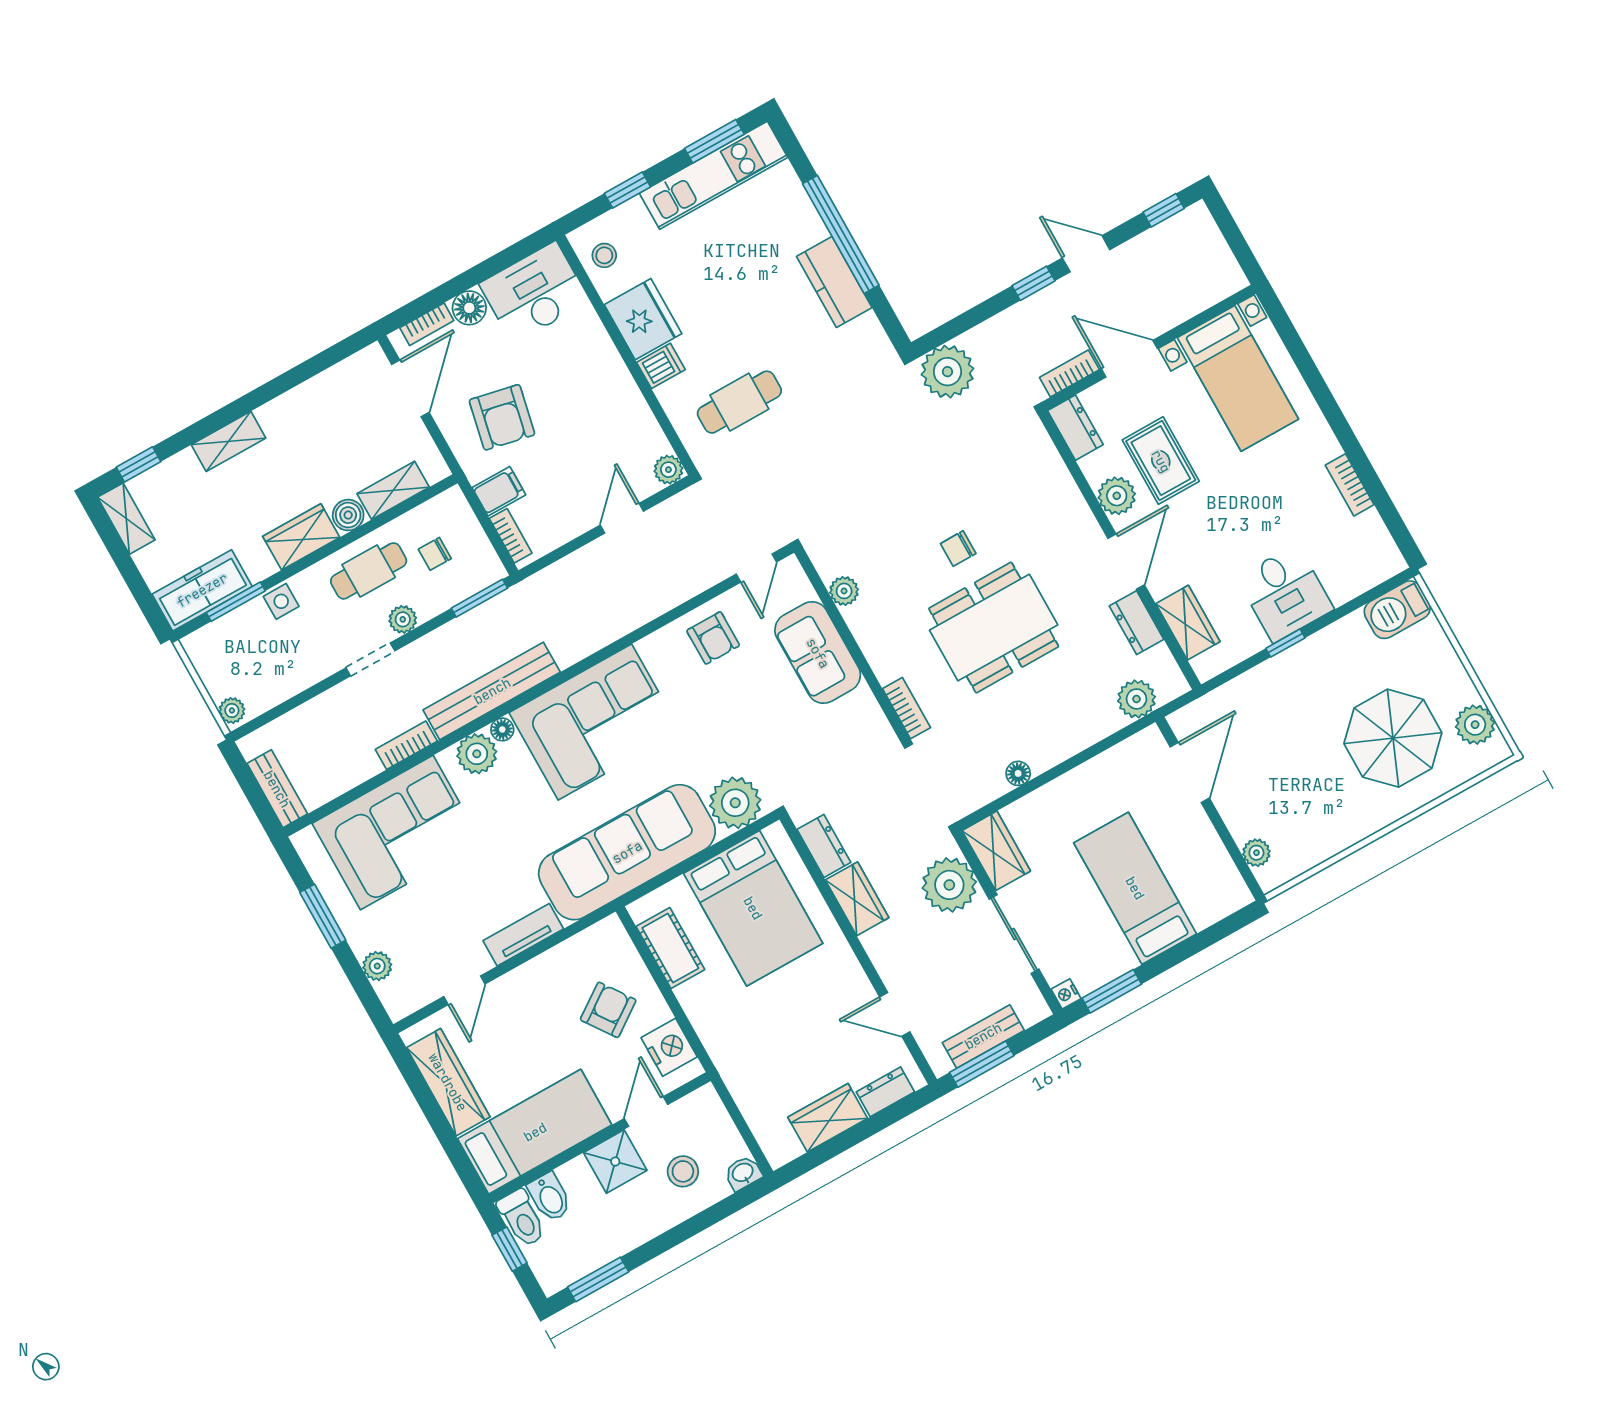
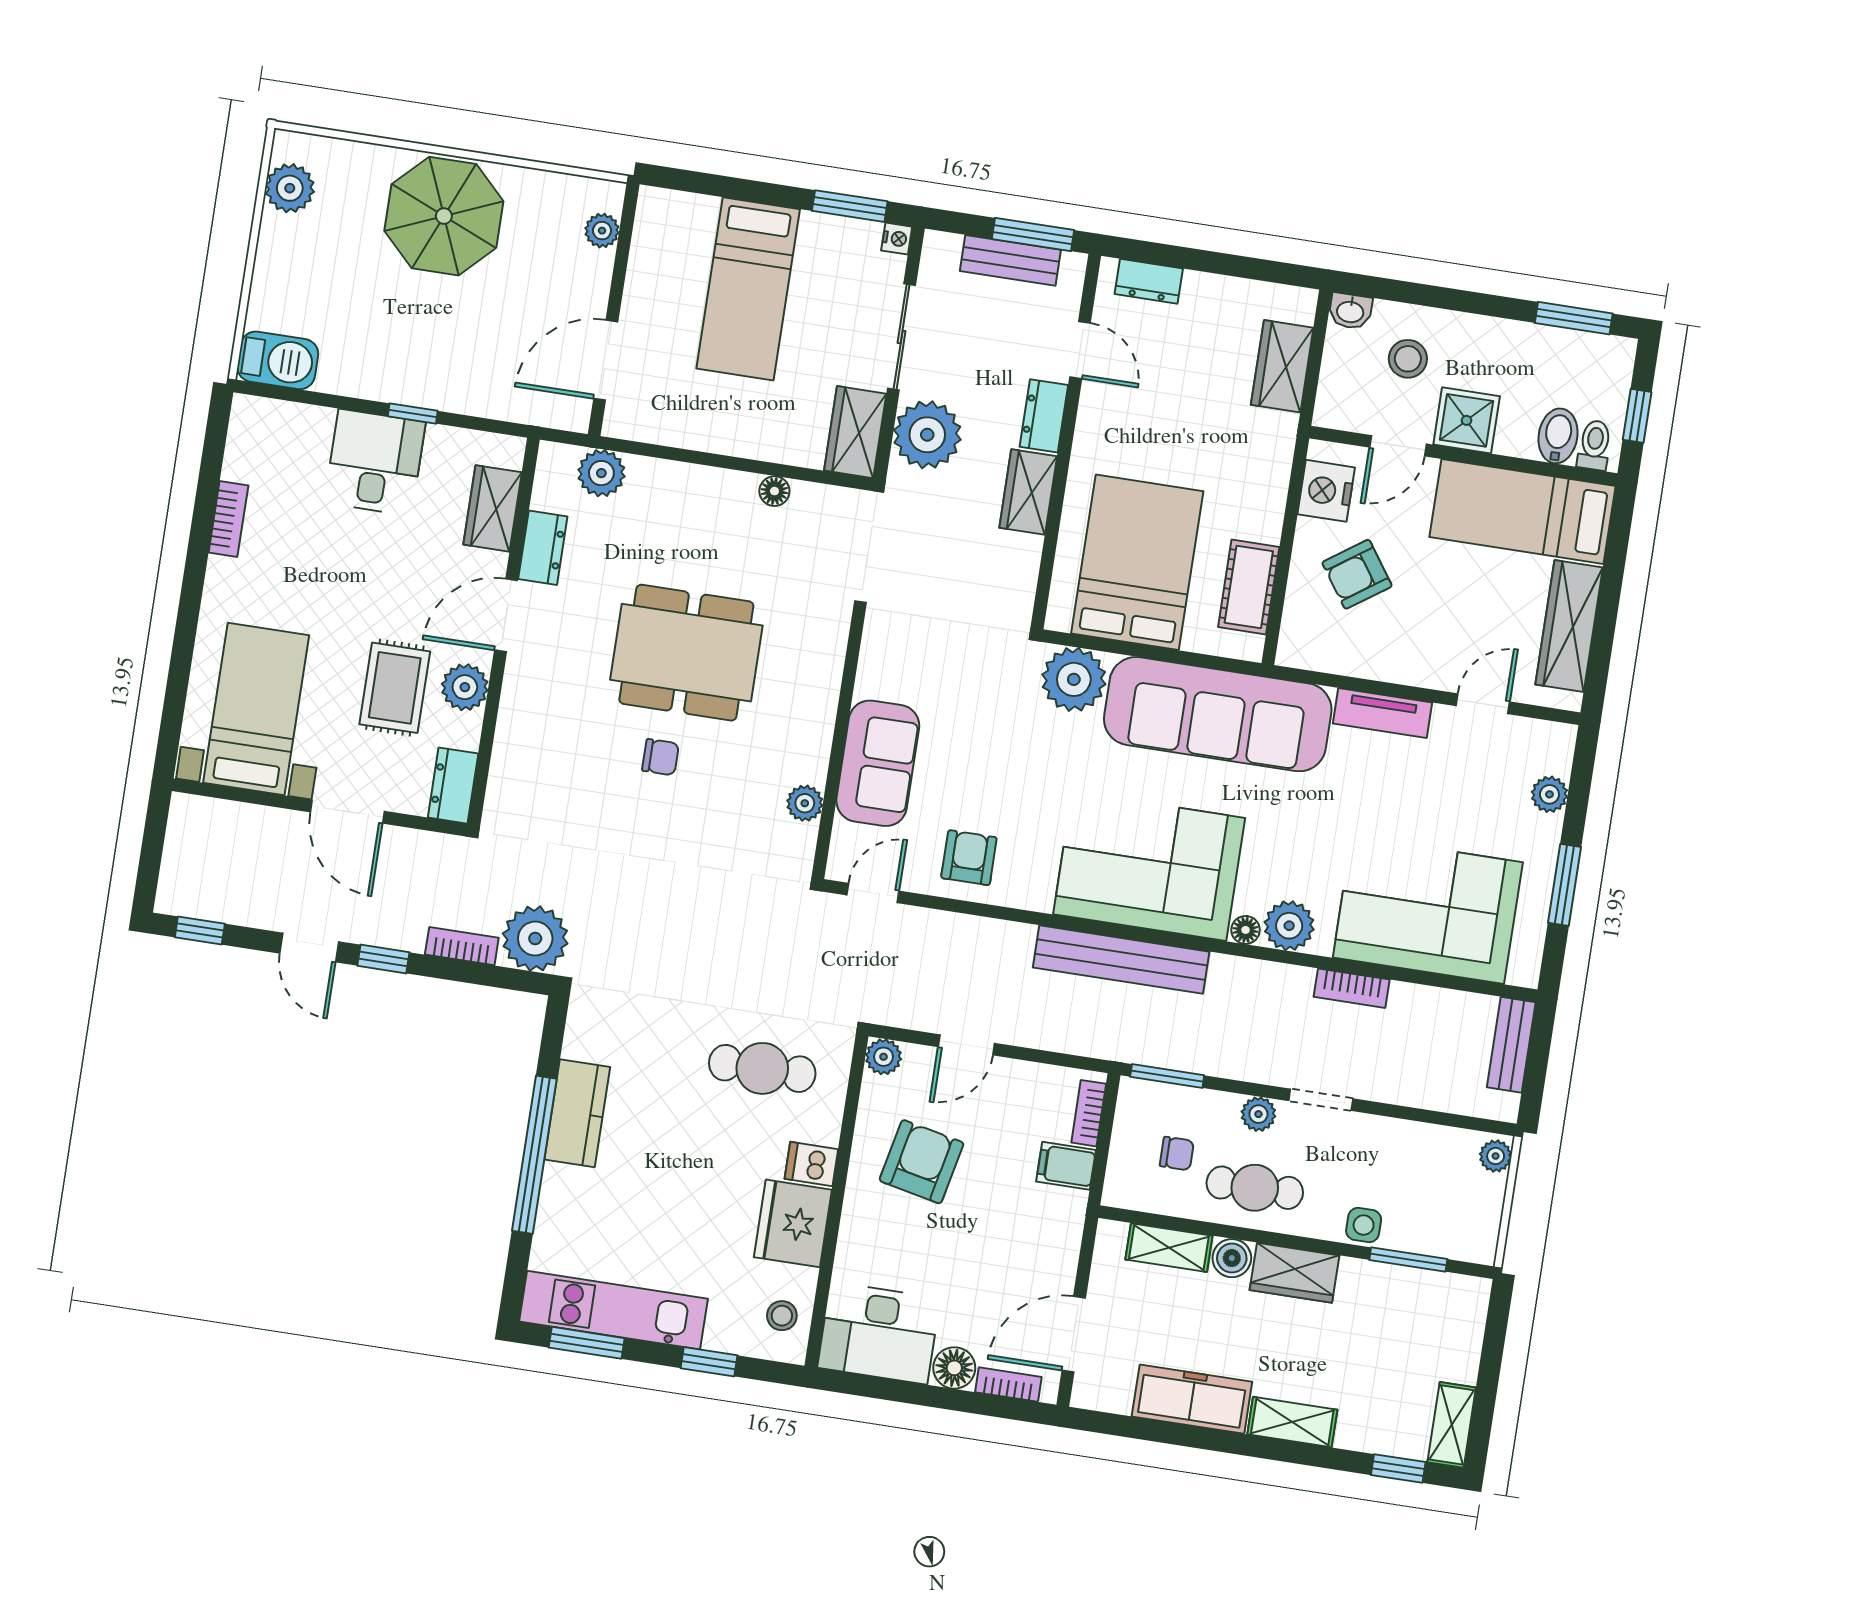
bookcase: (1069, 374) -> (462, 946), moved, turned 180
armchair: (502, 417) -> (921, 1162), moved
freezer: (202, 590) -> (1192, 1399), moved, turned 180
bench: (492, 691) -> (1121, 960), moved
bookcase: (906, 708) -> (834, 641), removed
parasol: (1393, 738) -> (444, 216), moved
dresser: (824, 846) -> (1044, 416), moved
wardrobe: (828, 1118) -> (1282, 366), moved, turned 90
toilet: (522, 1218) -> (1594, 445), width x0.73, depth x0.72

